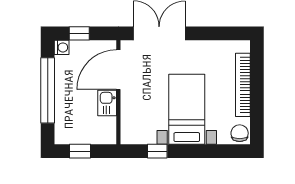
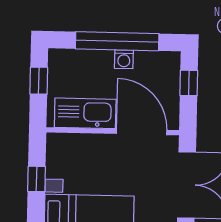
washing machine: (62, 47) -> (124, 59), moved
kitchen sink: (107, 103) -> (85, 113), width x1.88, depth x1.24

